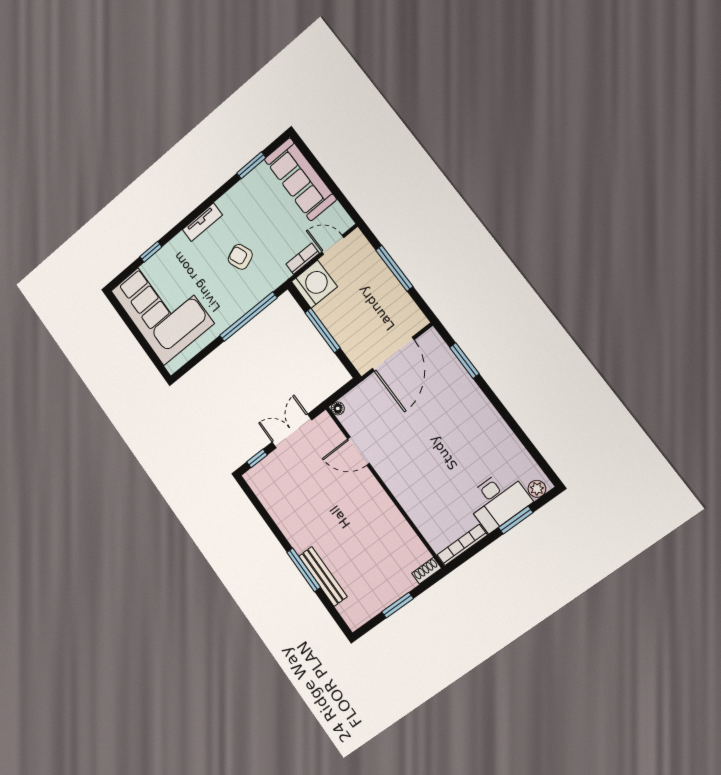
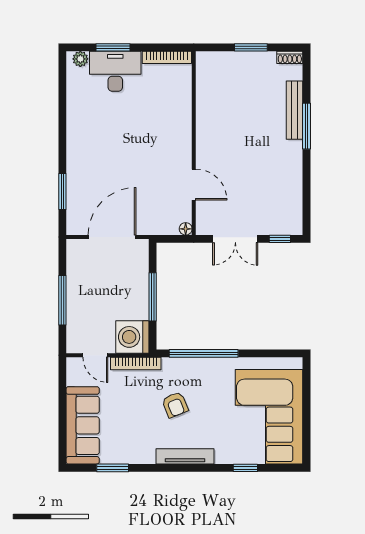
tv unit: (202, 222) -> (185, 456), width x1.41
bookcase: (303, 259) -> (136, 364), width x1.56
shoe rack: (427, 571) -> (290, 57), moved

